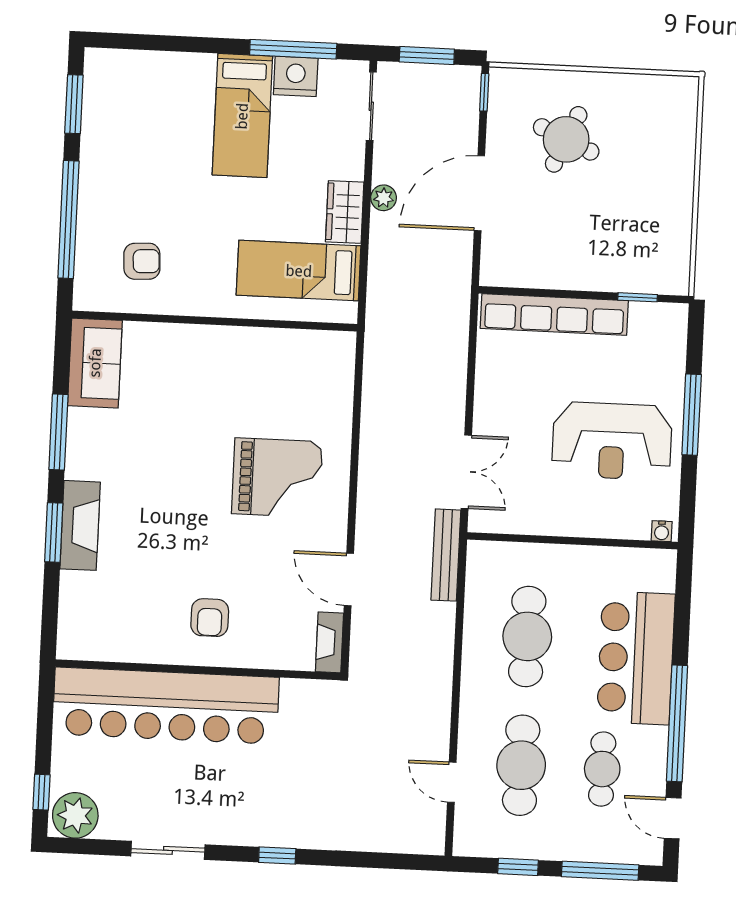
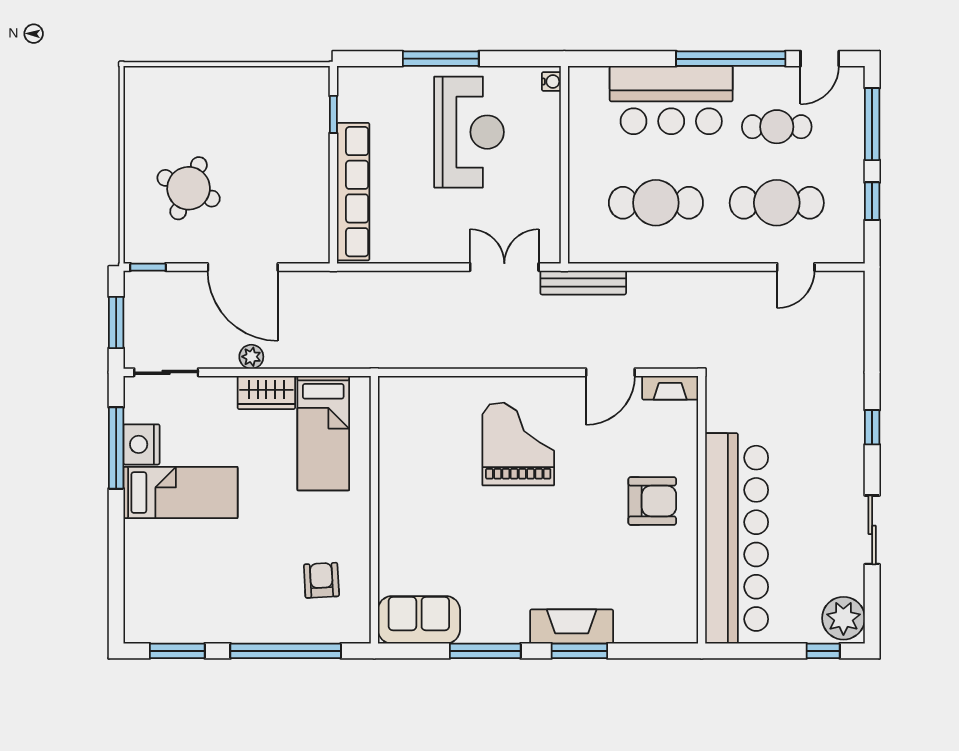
armchair: (210, 618) -> (652, 501), width x1.38, depth x1.38

